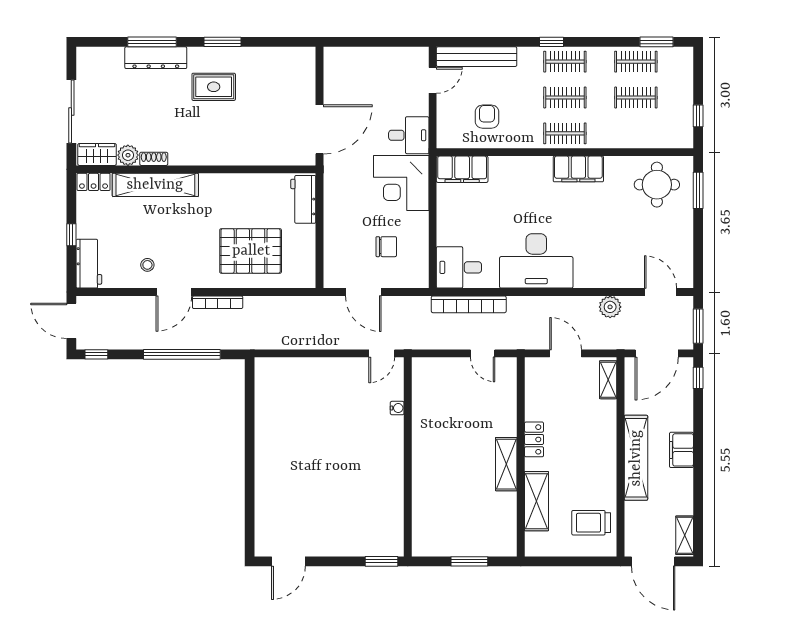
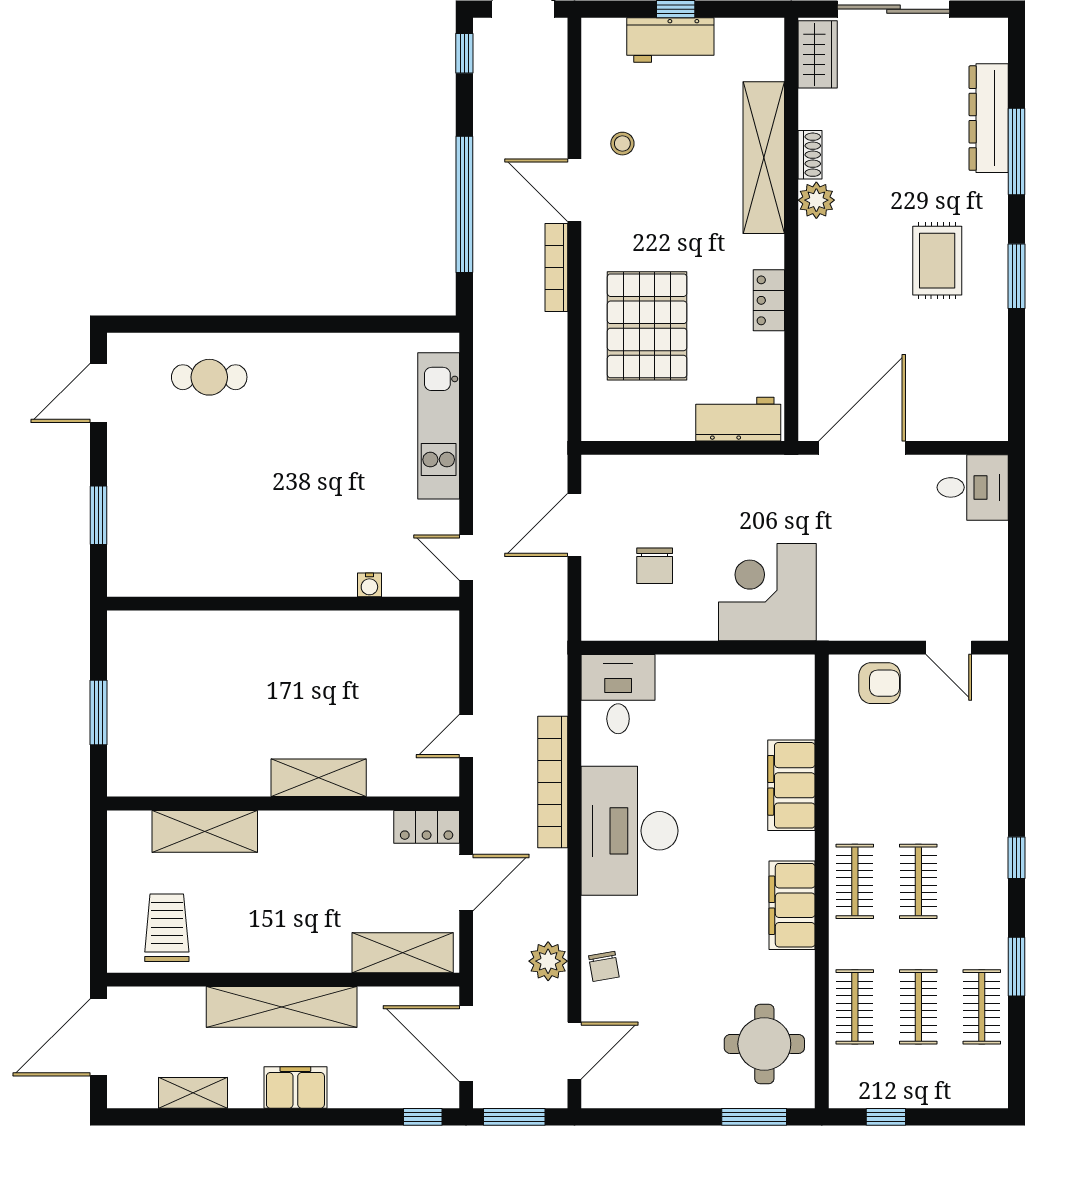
window: (657, 42) -> (1017, 967), moved
bench: (477, 57) -> (990, 725), removed
dresser: (156, 58) -> (989, 118), moved
clothes rail: (565, 62) -> (855, 1007), moved
armchair: (487, 117) -> (880, 683), moved
door: (320, 129) -> (862, 448), swing flipped
desk: (409, 135) -> (973, 487), moved, turned -90
plant: (128, 155) -> (816, 200), moved
filing cabinet: (462, 169) -> (791, 785), moved
locker: (94, 182) -> (769, 300), moved
workbench: (89, 264) -> (670, 40), moved
chair: (613, 275) -> (604, 966), added
bookcase: (469, 304) -> (553, 782), moved
kitchen unit: (307, 369) -> (439, 426), added
shelving: (608, 380) -> (403, 953), width x1.50, depth x1.33
locker: (534, 439) -> (427, 827), moved
shelving: (506, 464) -> (319, 778), moved
cafe table: (280, 499) -> (209, 377), added
shelving: (685, 535) -> (193, 1093), moved
door: (288, 561) -> (99, 393), hinge flipped
window: (381, 561) -> (99, 515), moved

